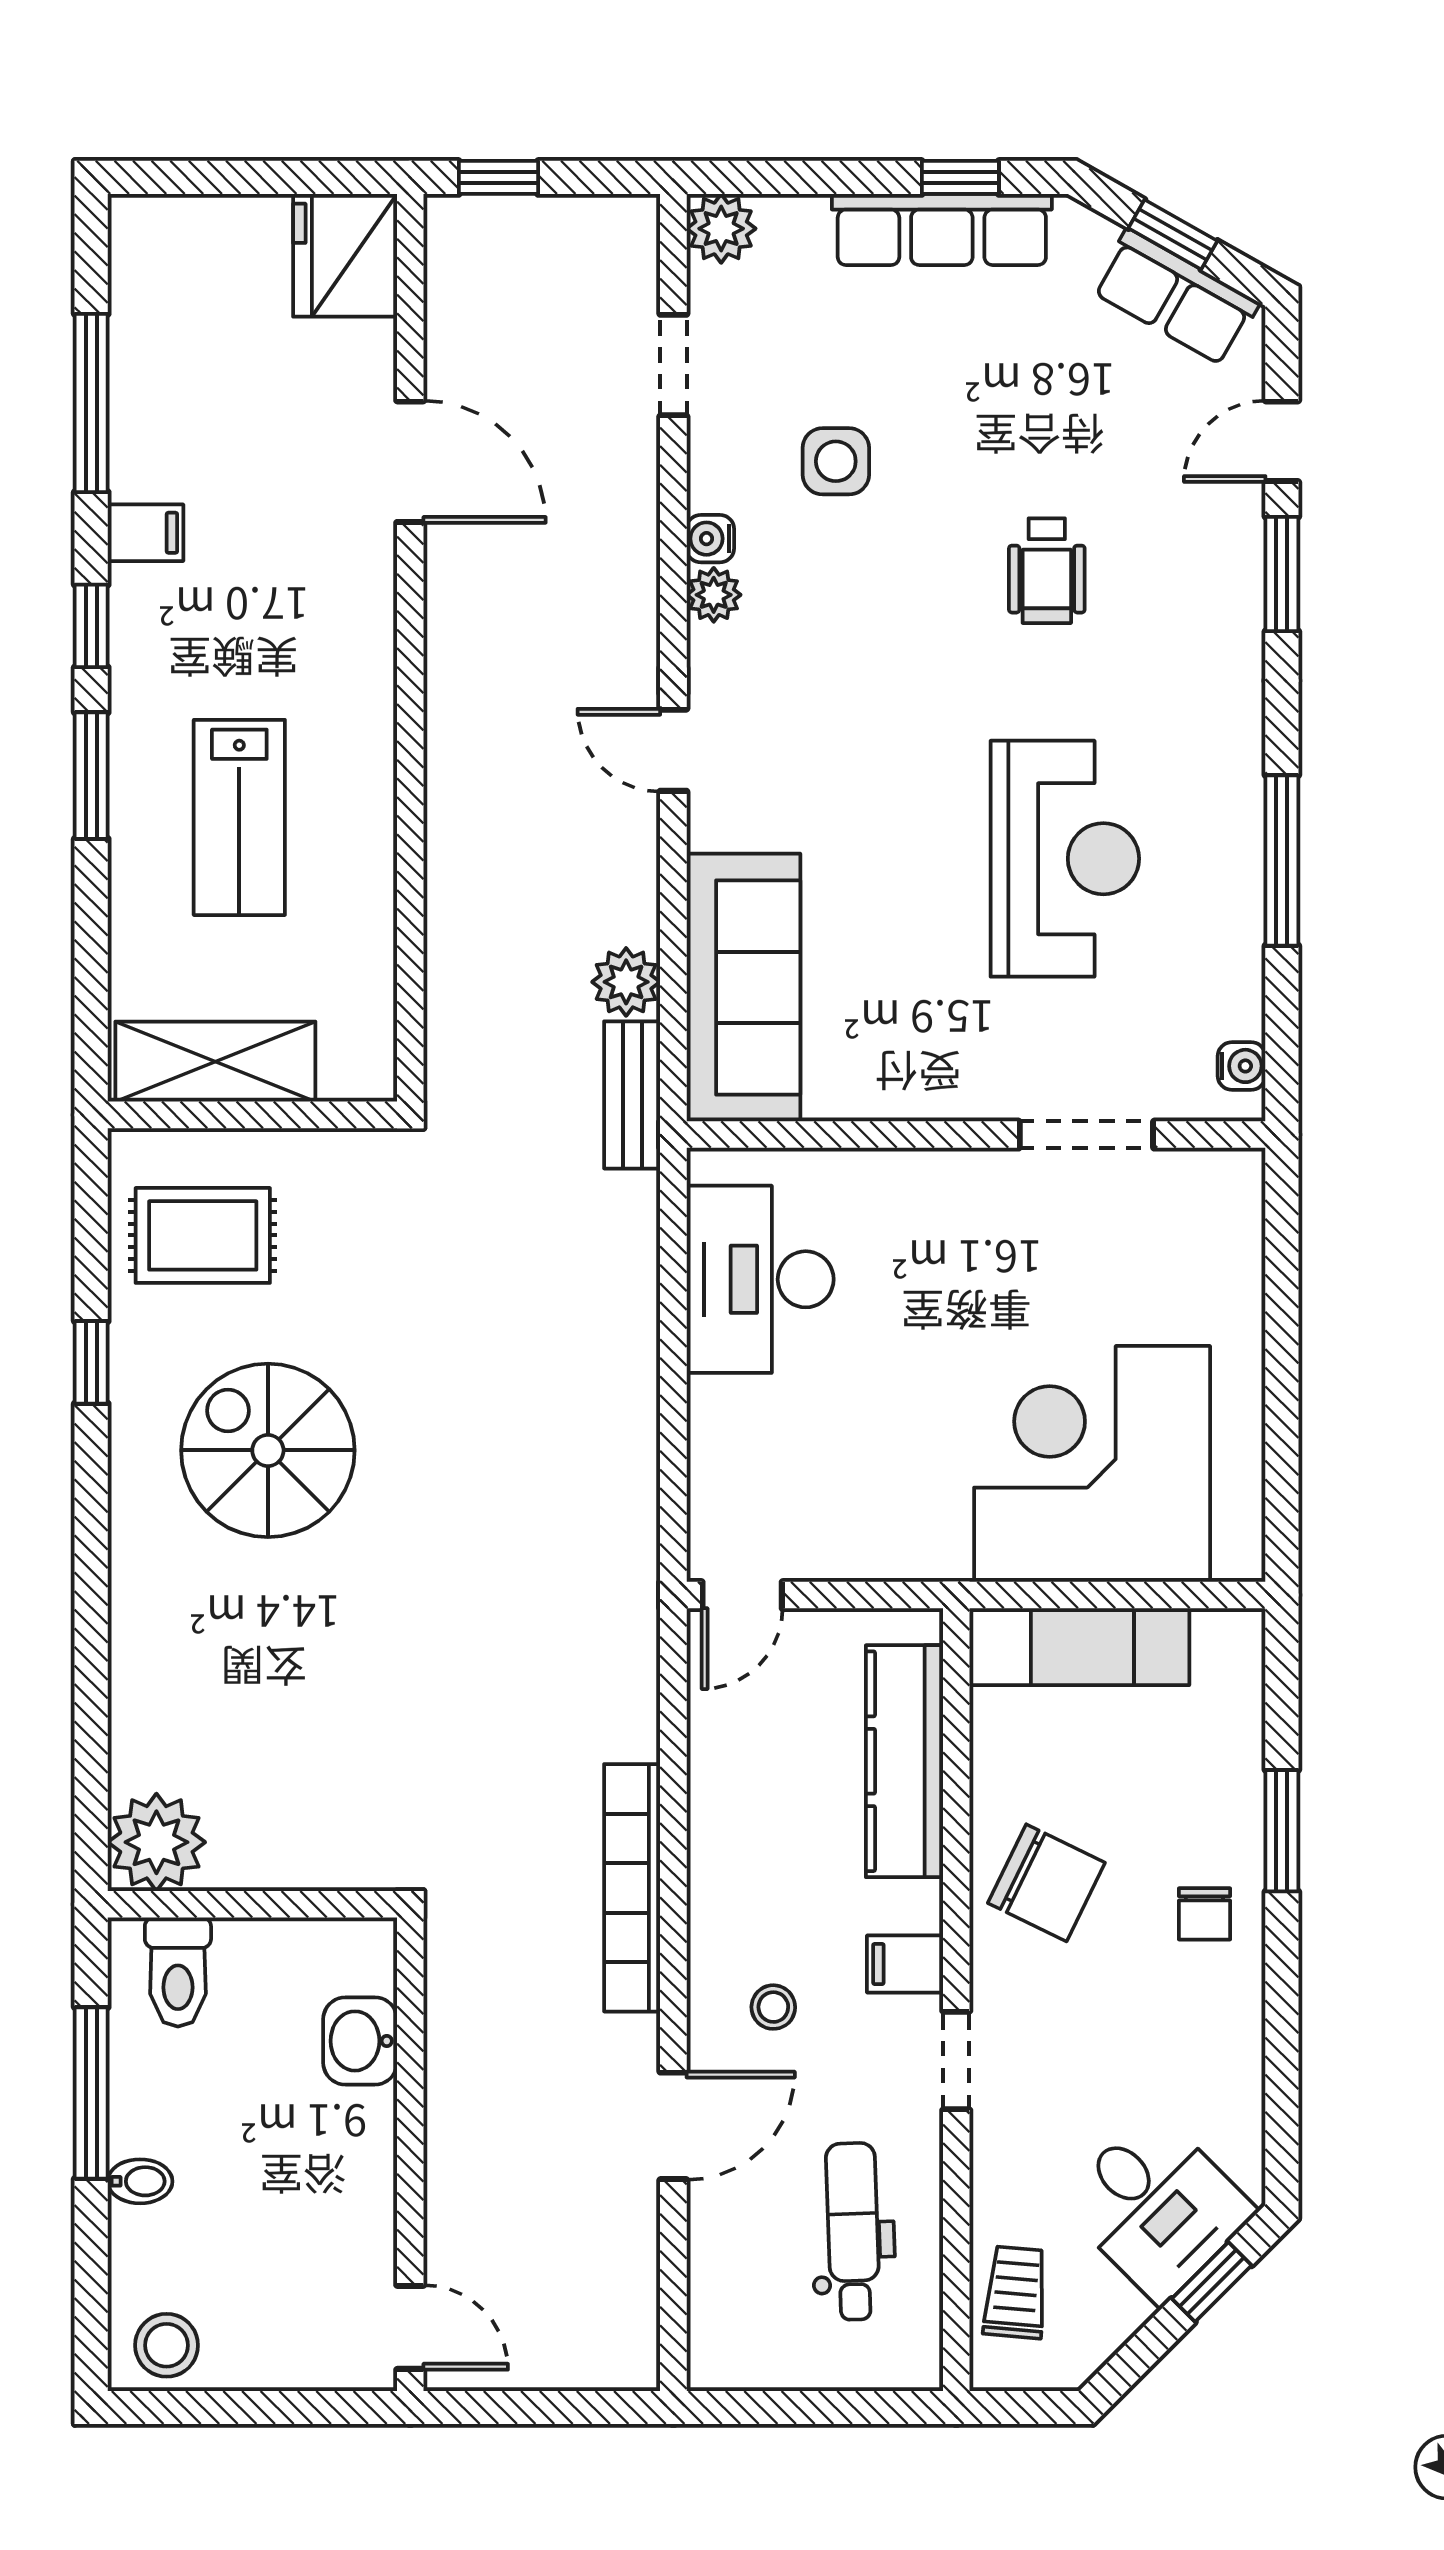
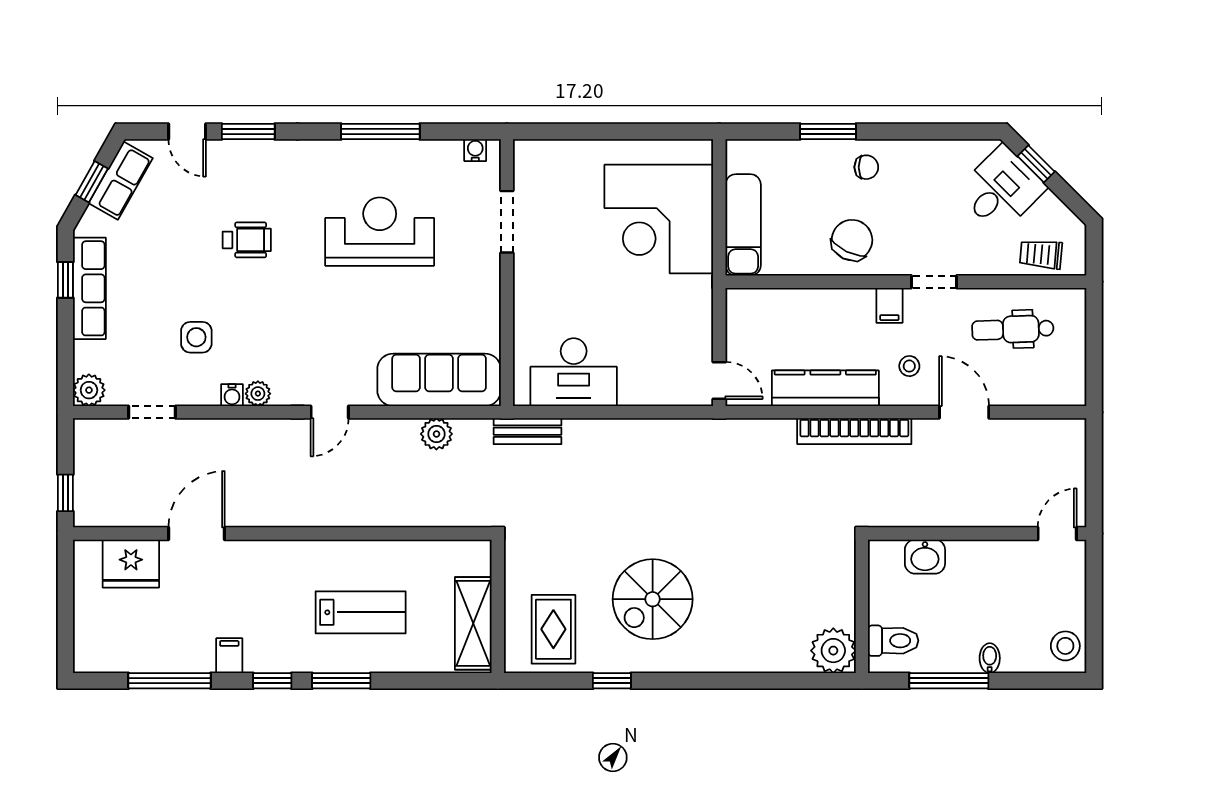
fridge: (345, 255) -> (131, 564), moved
bench: (632, 1095) -> (528, 431), moved
kitchen counter: (904, 1761) -> (825, 388), moved, turned 180

